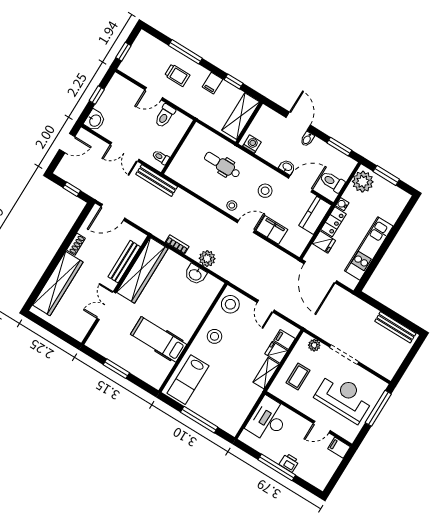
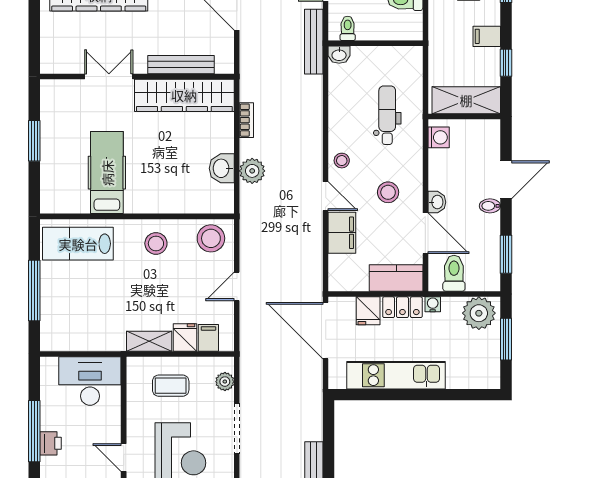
washbasin: (172, 171) -> (339, 55), added
door: (320, 272) -> (326, 331), hinge flipped

